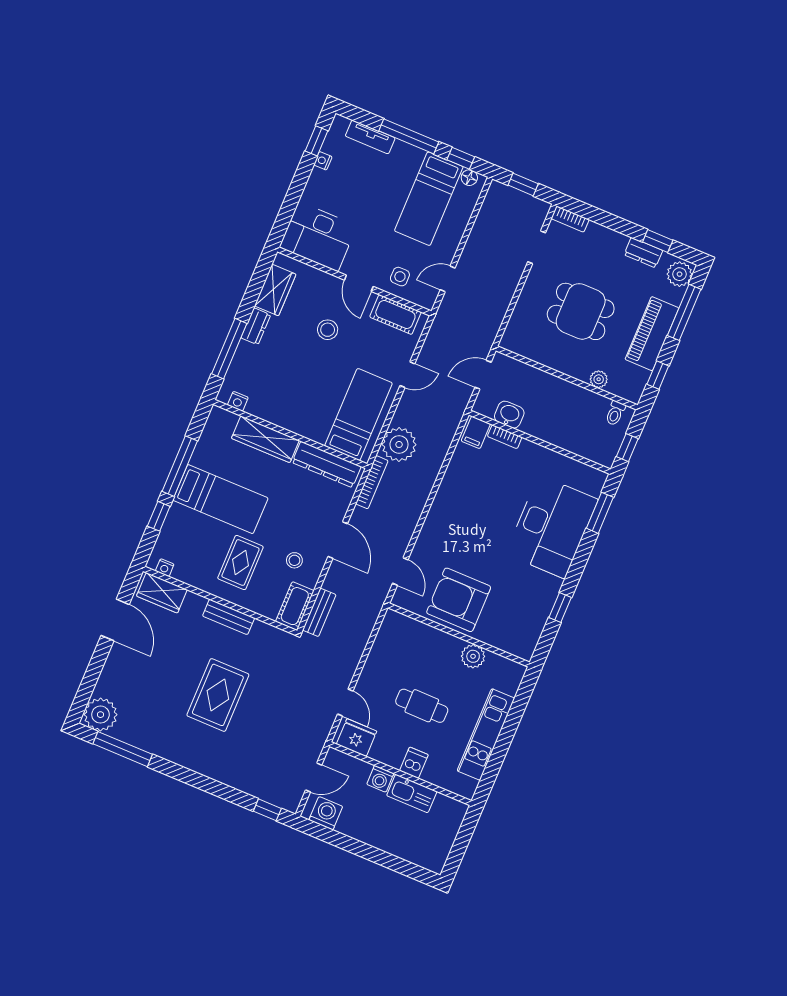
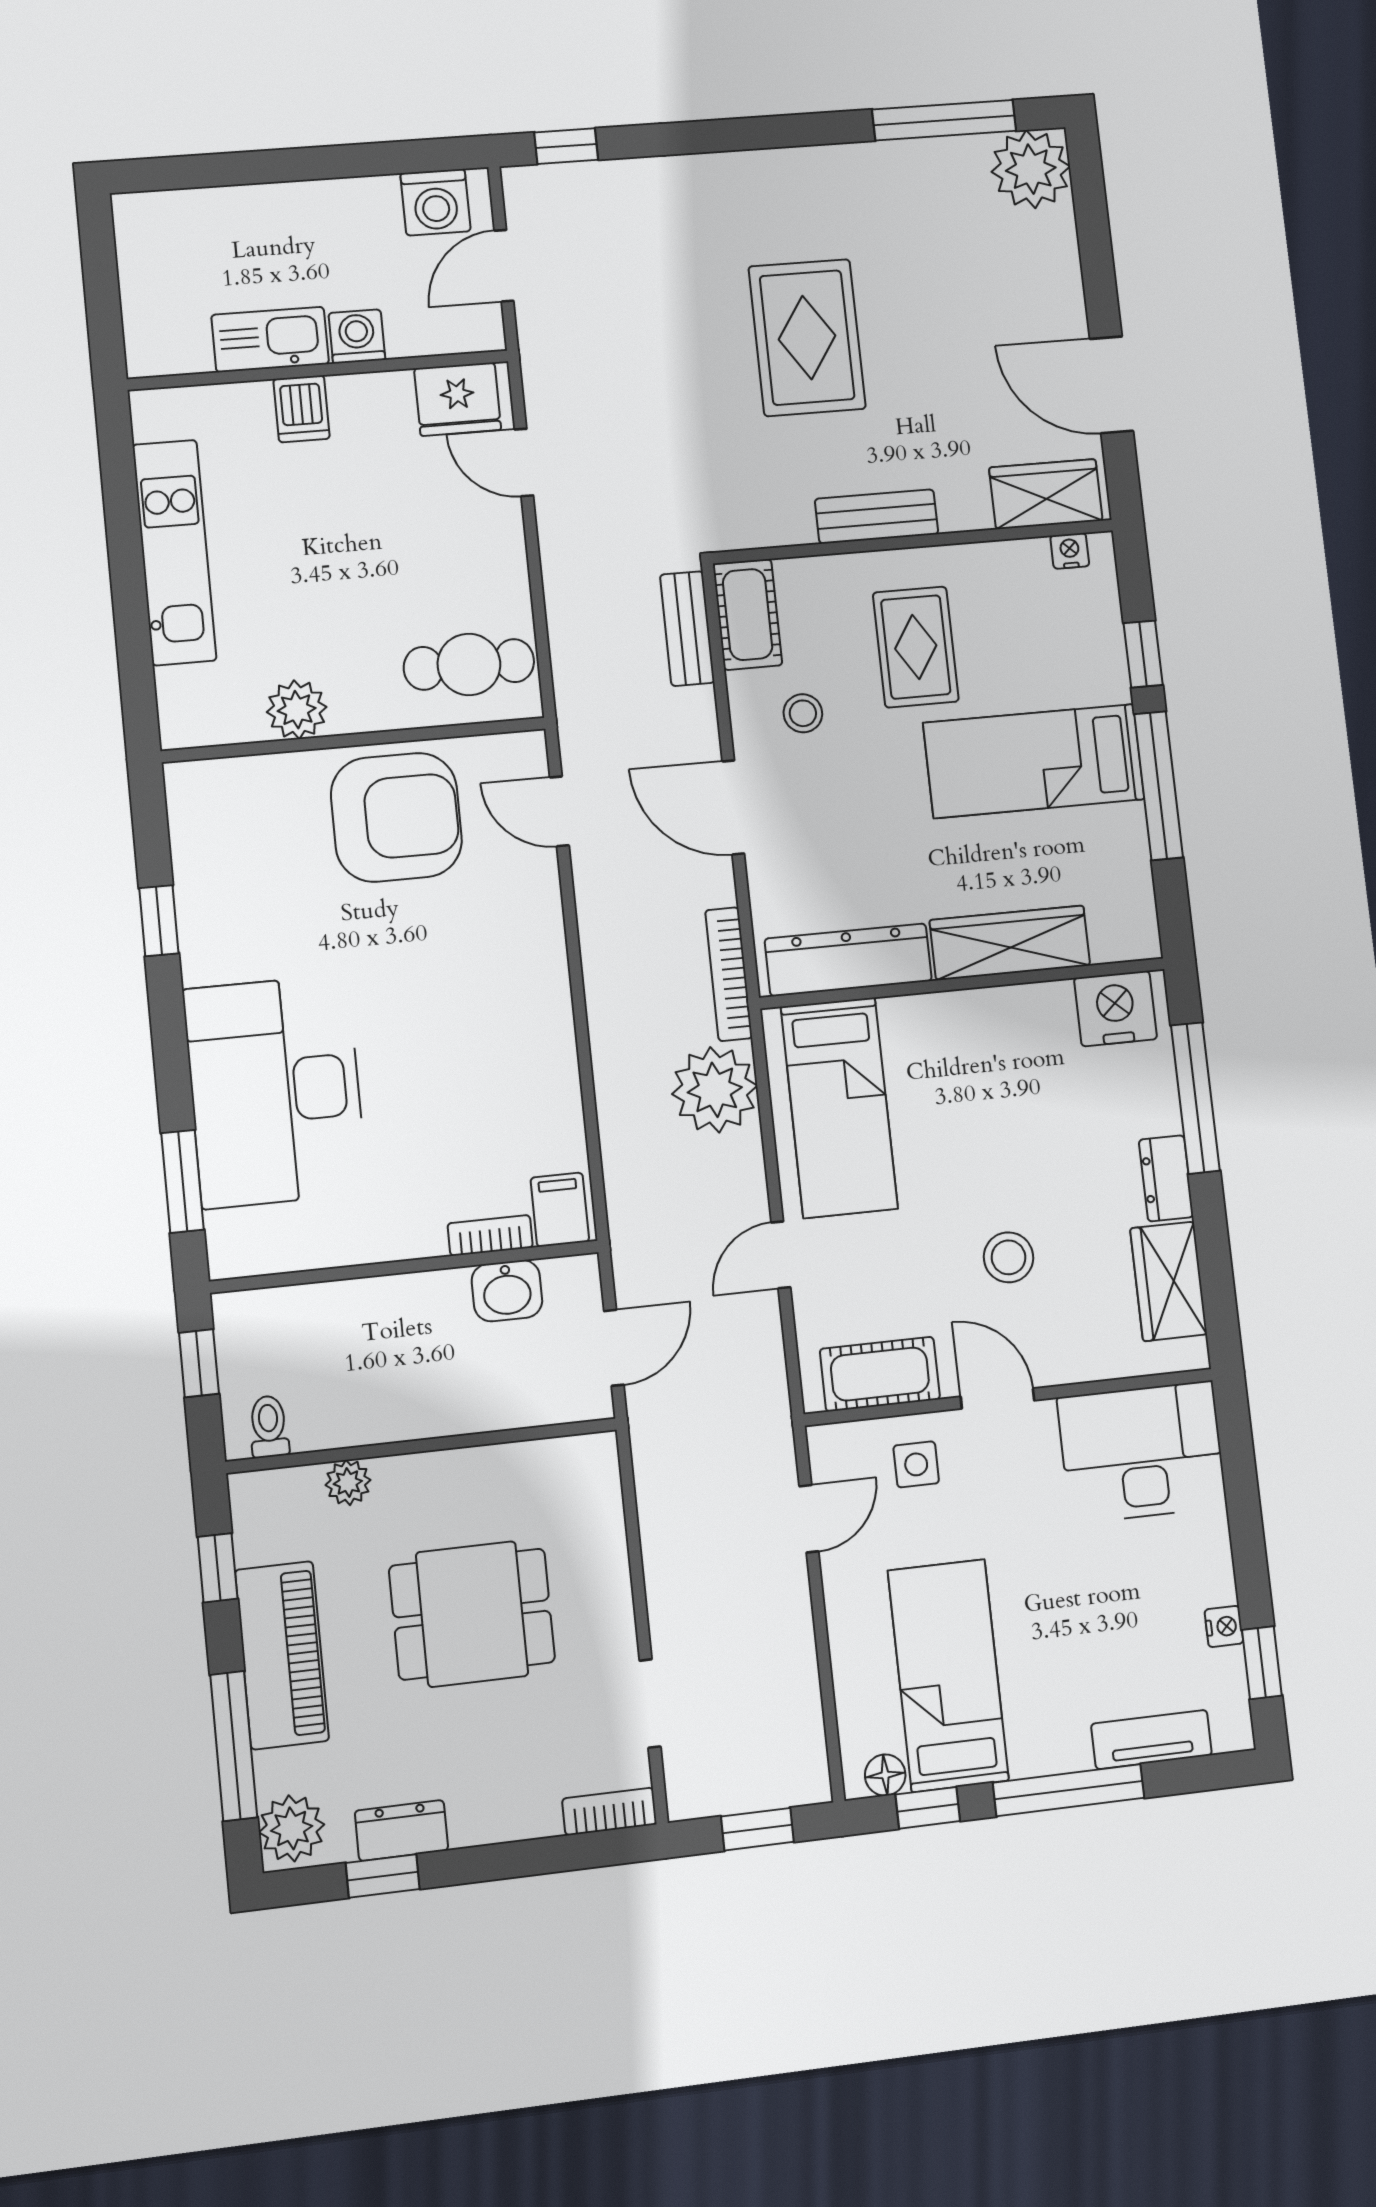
nightstand: (238, 401) -> (1116, 1009), width x1.89, depth x1.79
cafe table: (422, 706) -> (469, 664), moved

